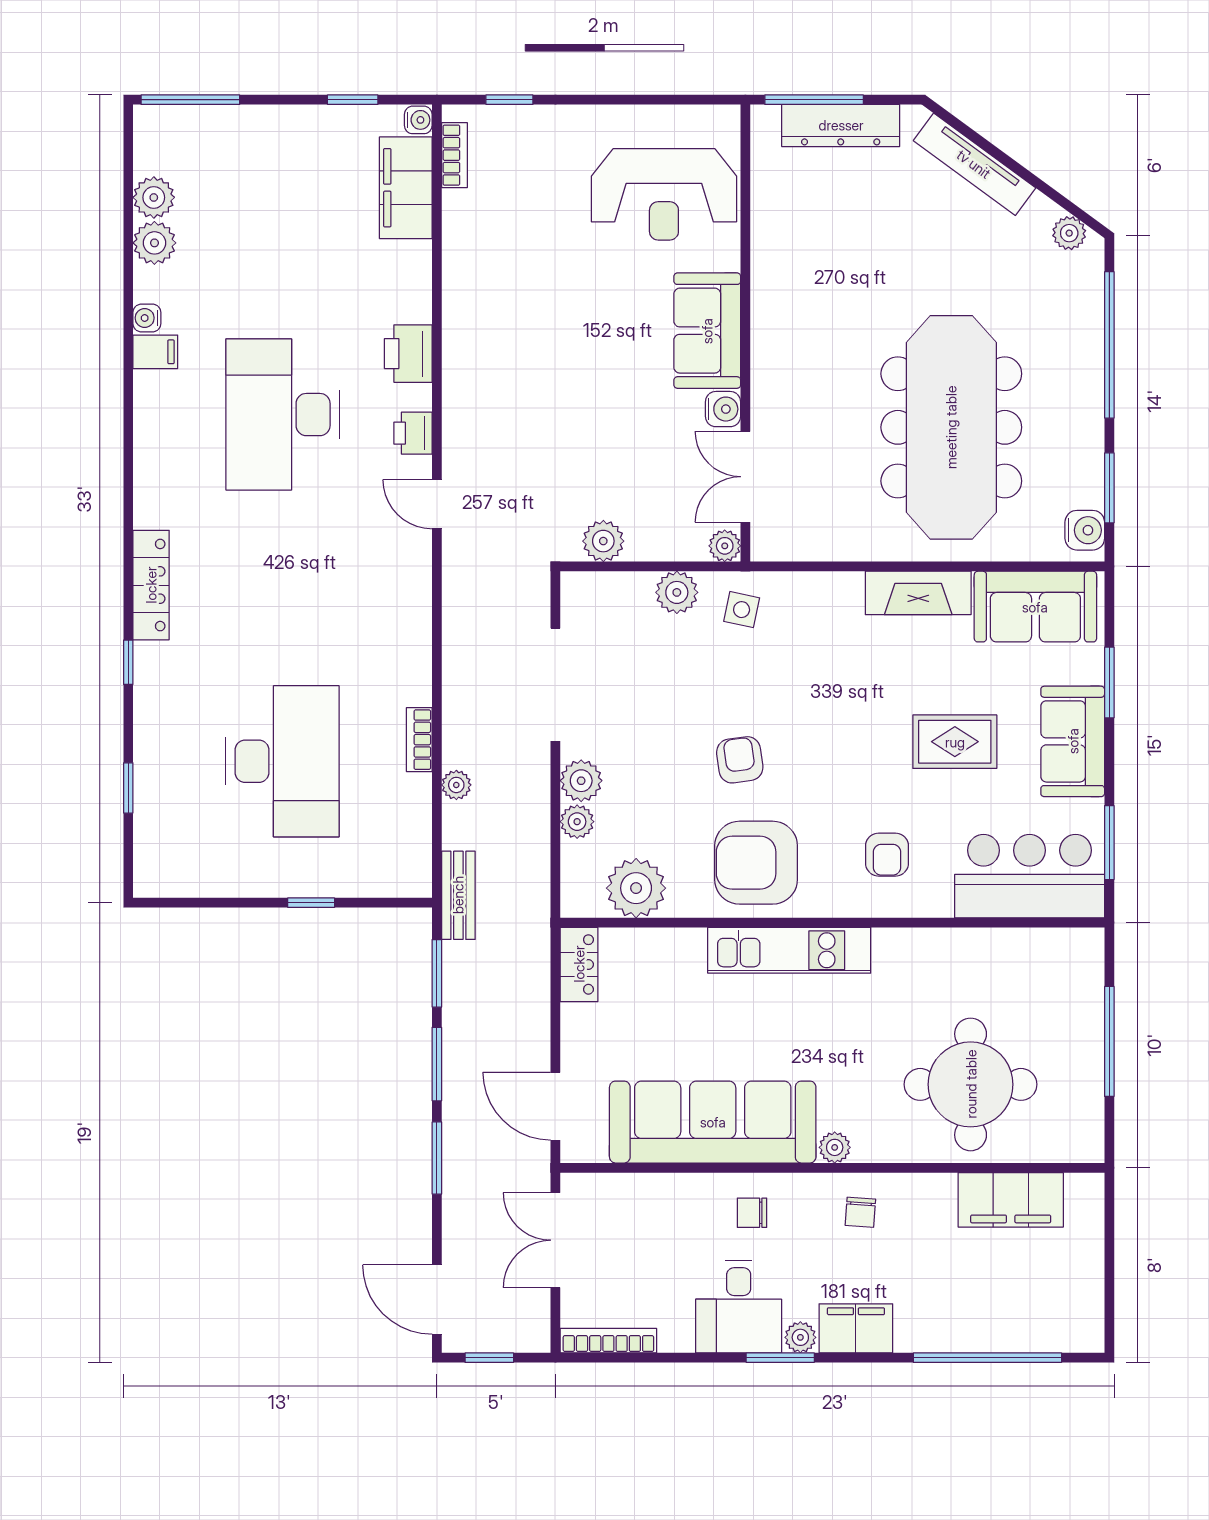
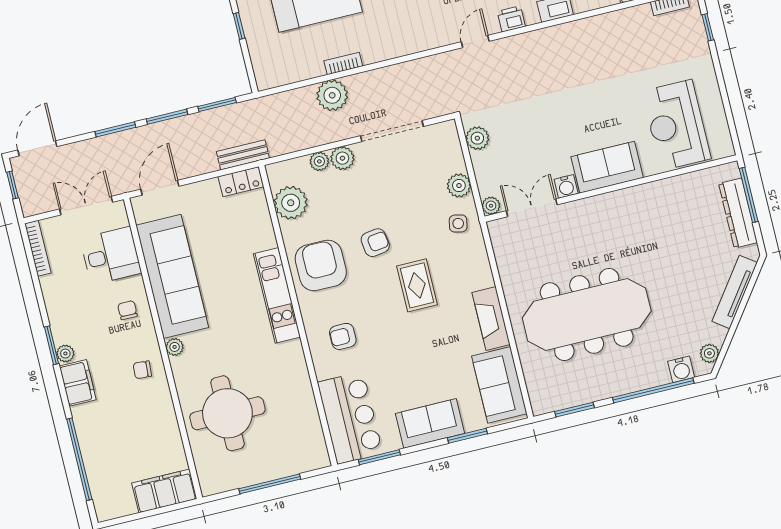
water cooler: (1085, 530) -> (681, 369), moved
rug: (955, 742) -> (417, 285), moved
plant: (456, 785) -> (332, 95), width x1.87, depth x1.87
bench: (458, 895) -> (243, 155), moved
filing cabinet: (1011, 1200) -> (164, 491), moved, turned 90
desk: (739, 1307) -> (111, 256), moved, turned 180

